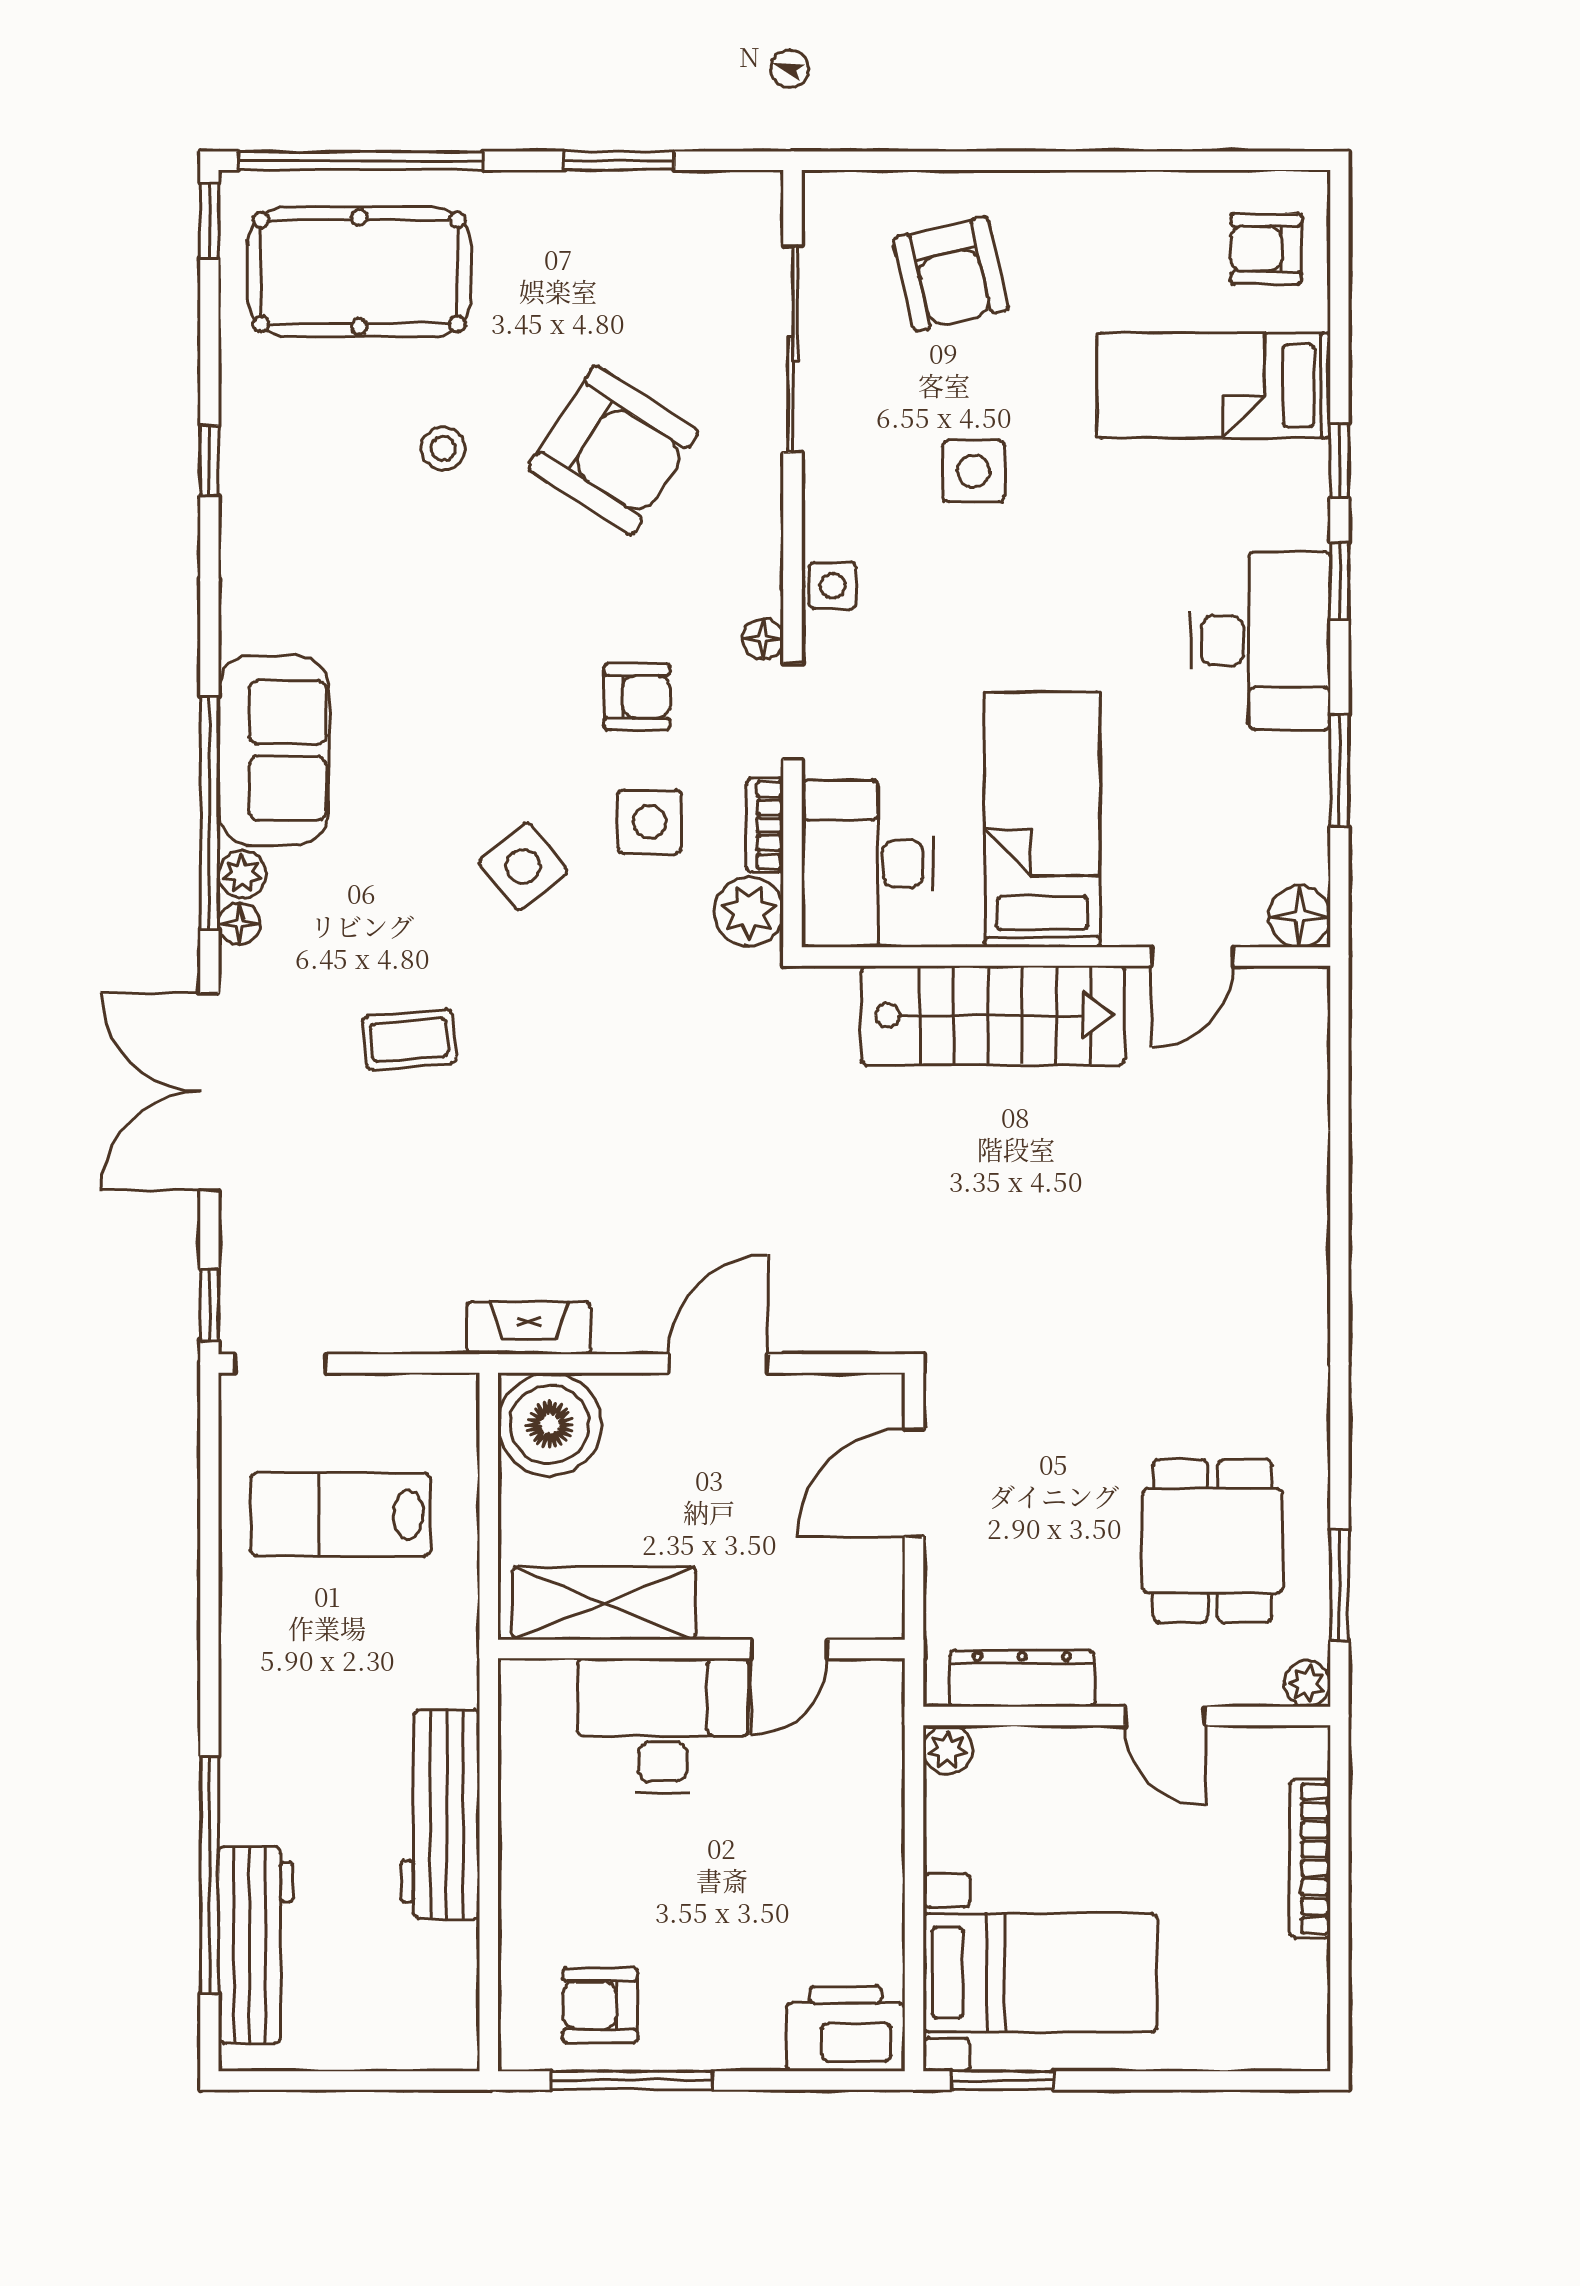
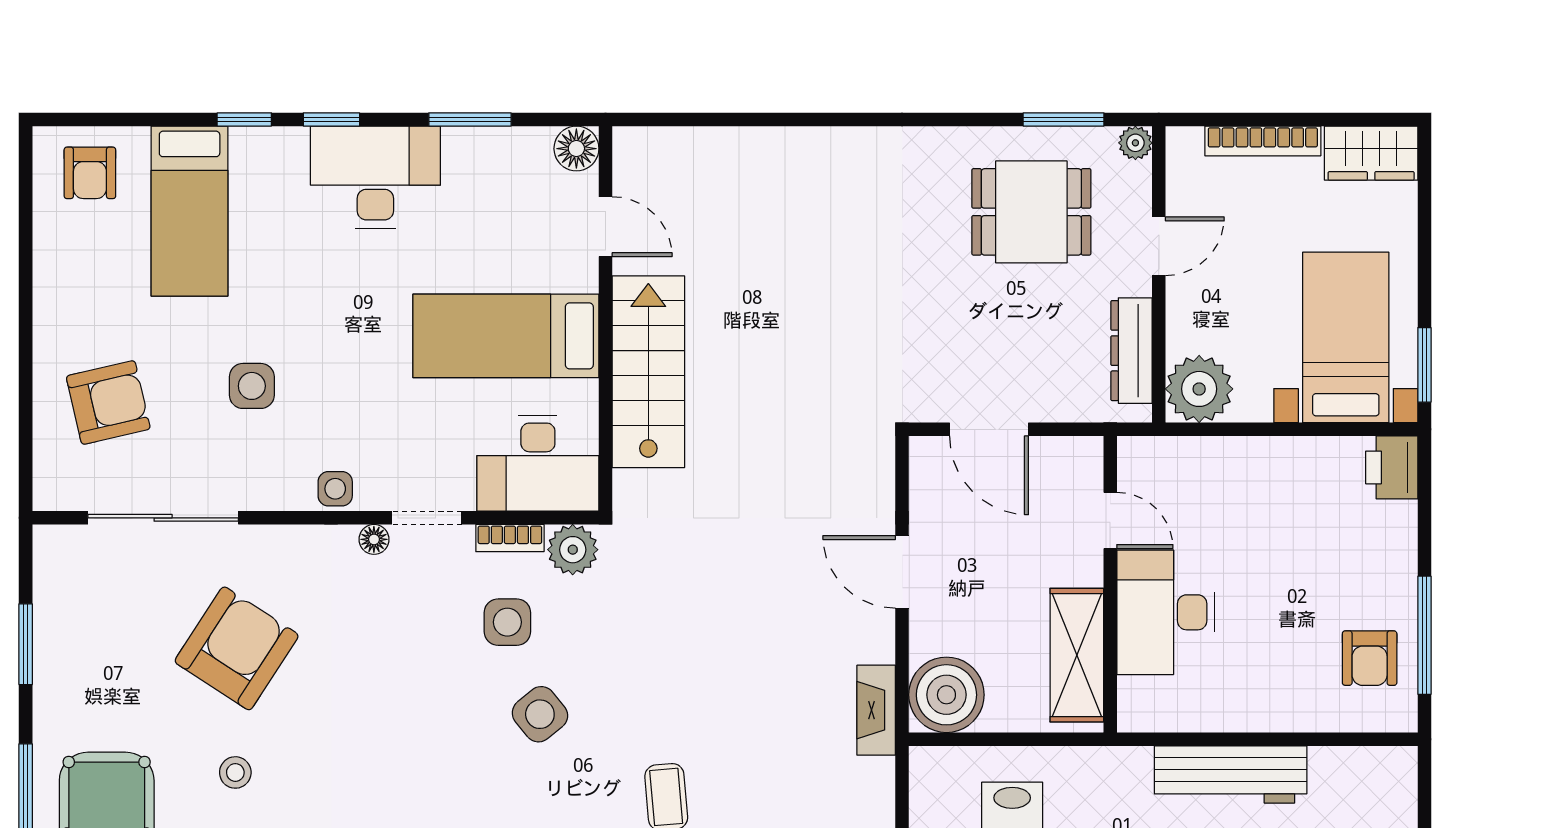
armchair: (637, 697) -> (416, 631), removed
plant: (948, 1750) -> (1199, 389), width x1.87, depth x1.87
wardrobe: (1293, 2007) -> (1371, 153), added
printer: (846, 2029) -> (1392, 467), width x0.73, depth x0.84

